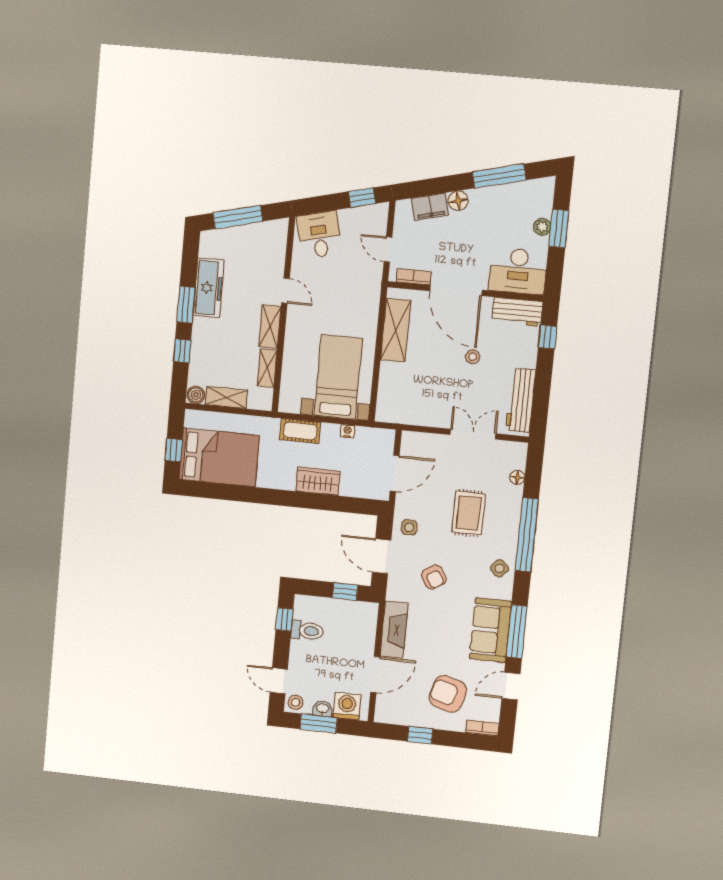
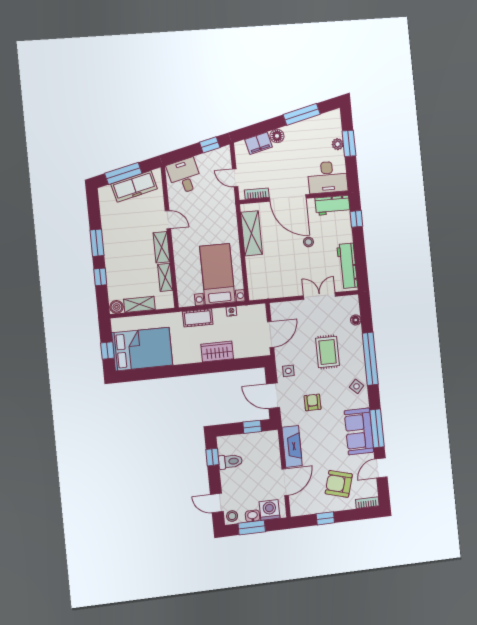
freezer: (209, 288) -> (134, 186), moved, turned 76
armchair: (434, 577) -> (313, 402), turned -148

